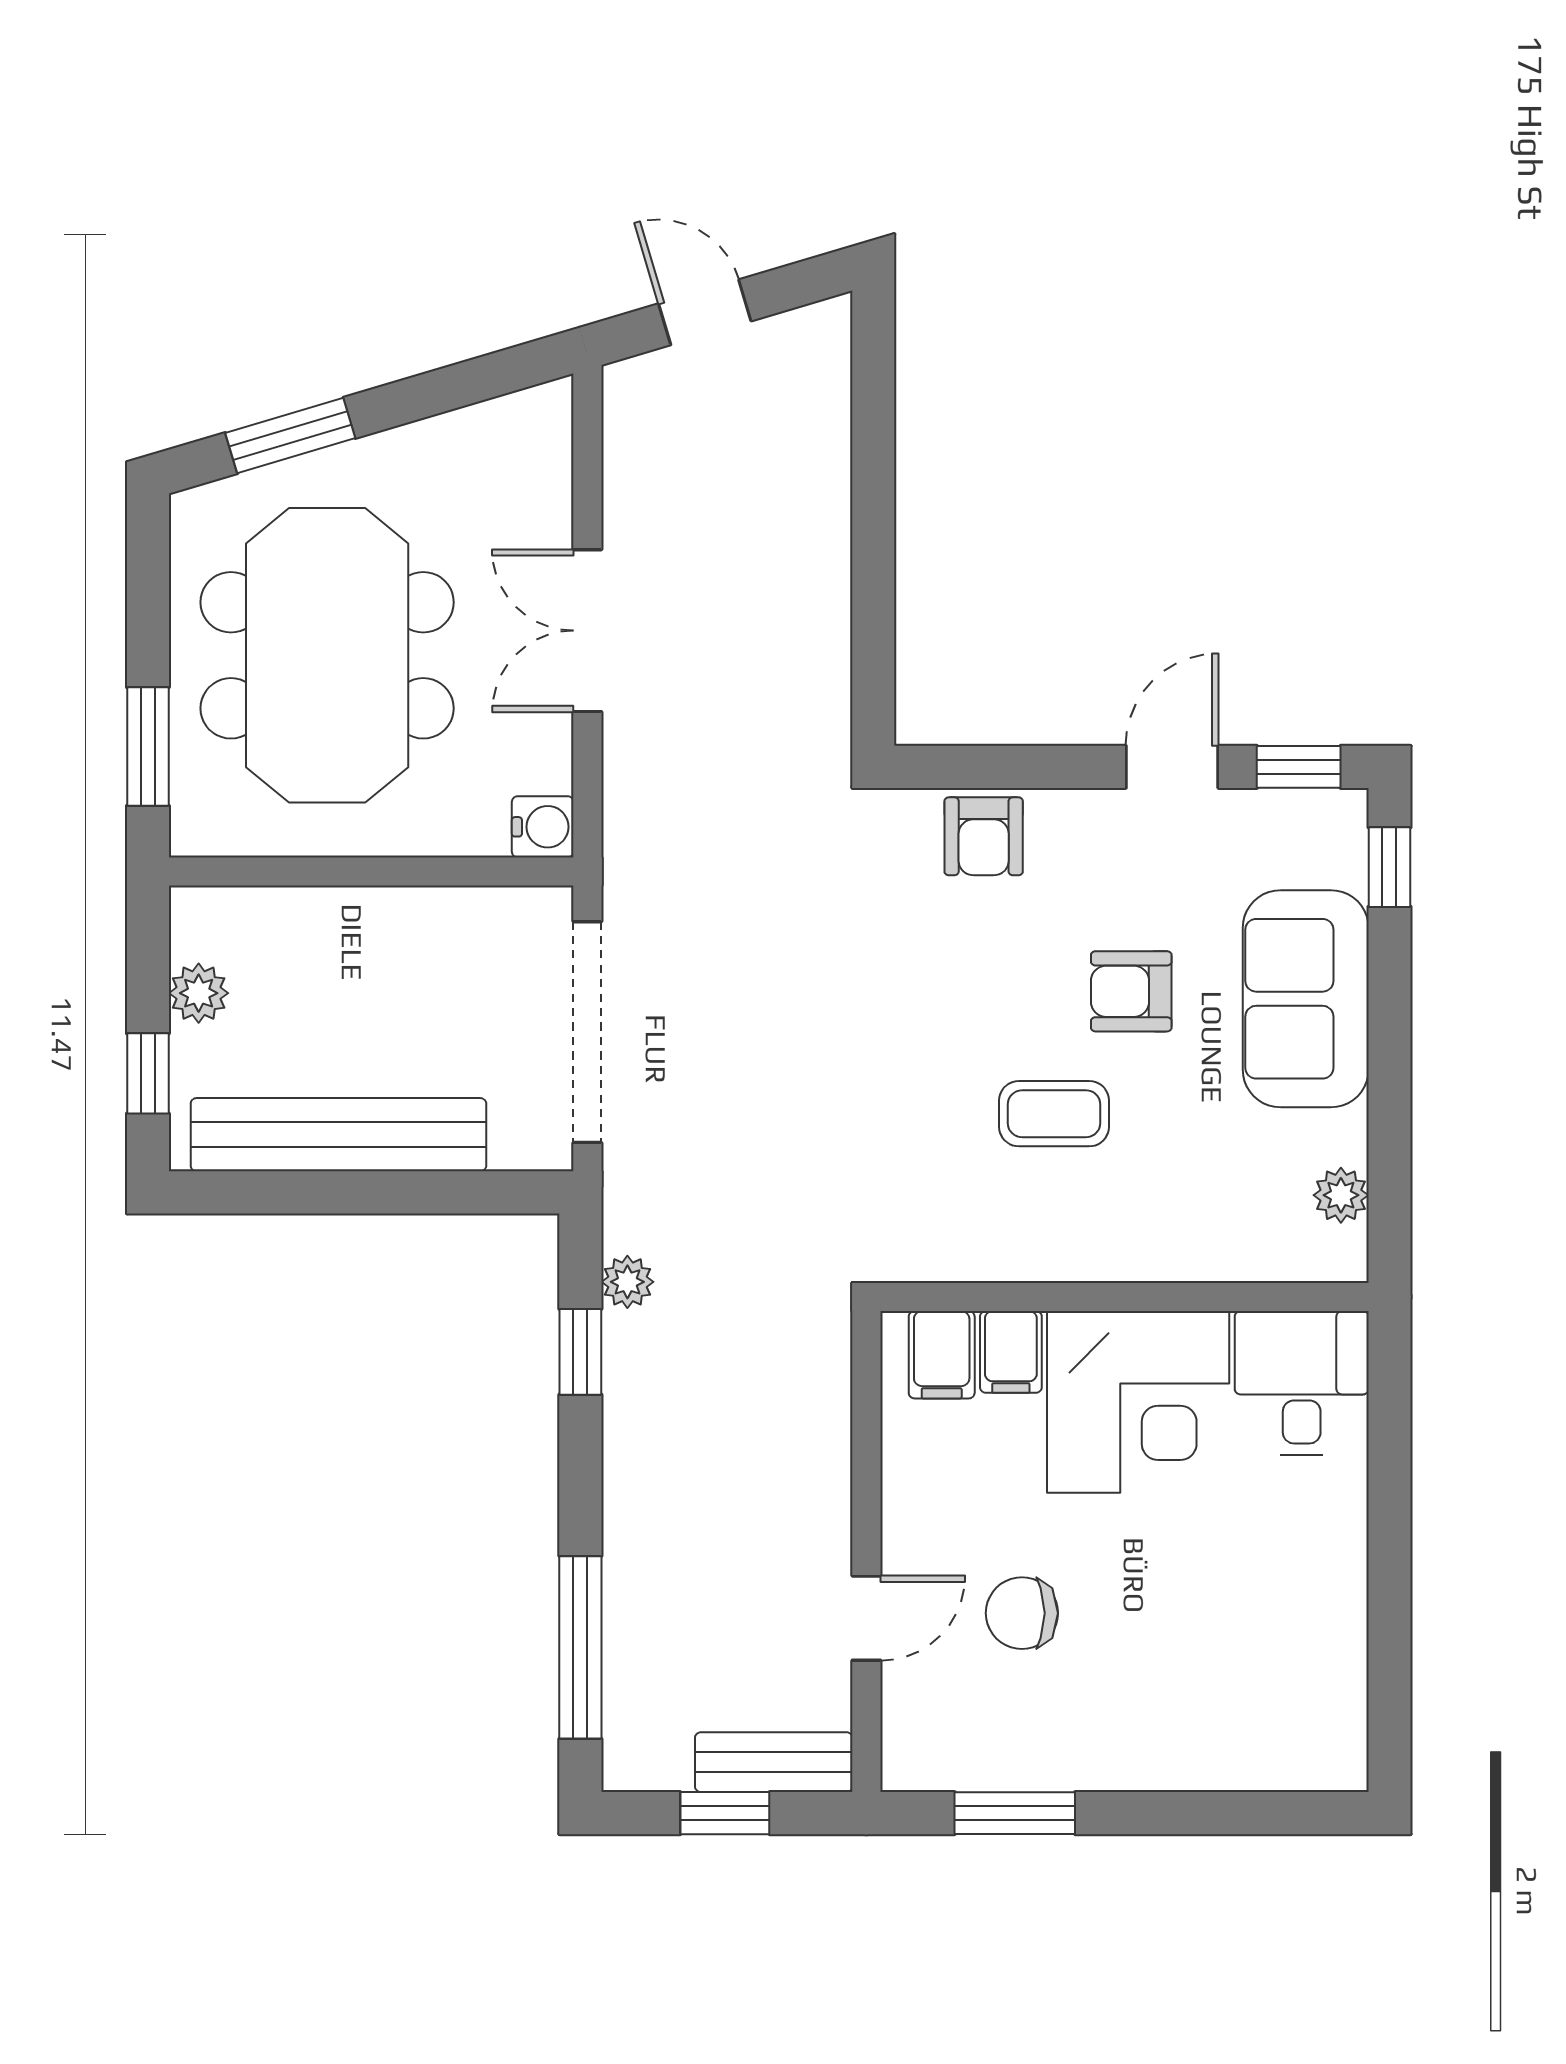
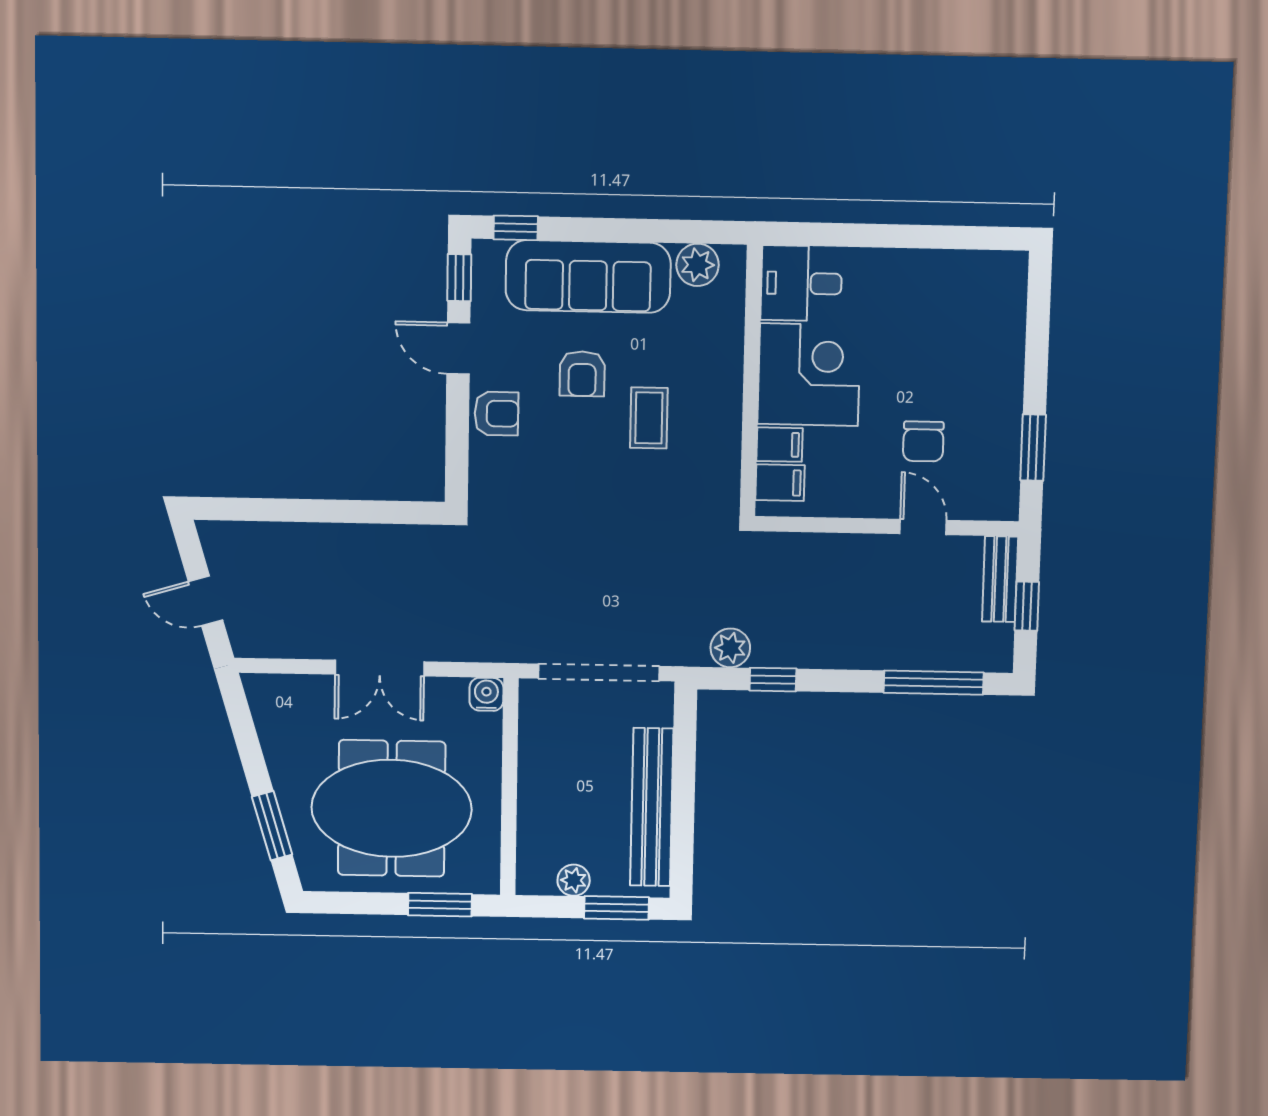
door: (705, 312) -> (206, 601), hinge flipped
armchair: (984, 836) -> (496, 414), moved
sofa: (1306, 999) -> (588, 276), width x1.36
window: (148, 1073) -> (616, 908), width x1.50
plant: (1341, 1195) -> (698, 265), width x1.38, depth x1.38
plant: (627, 1282) -> (730, 648), width x1.38, depth x1.38

